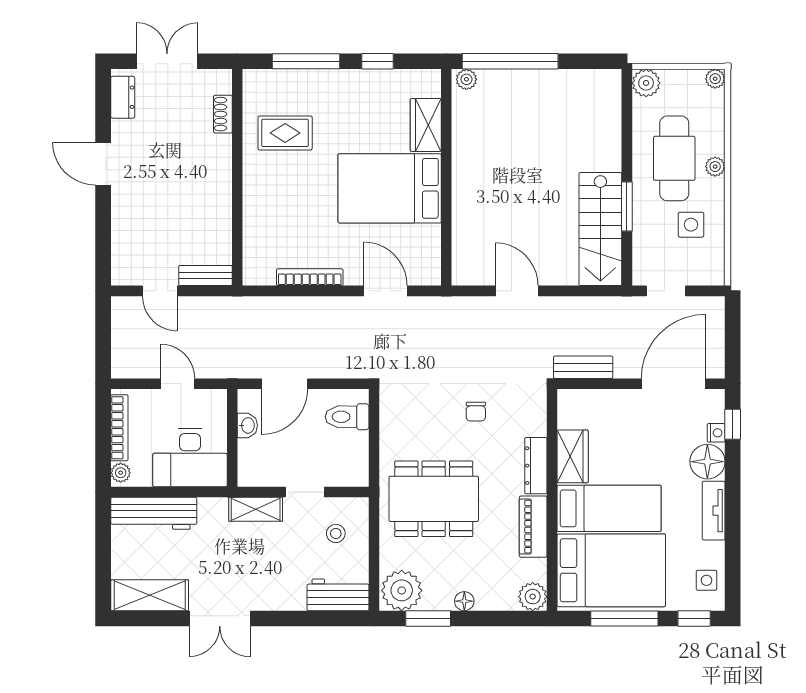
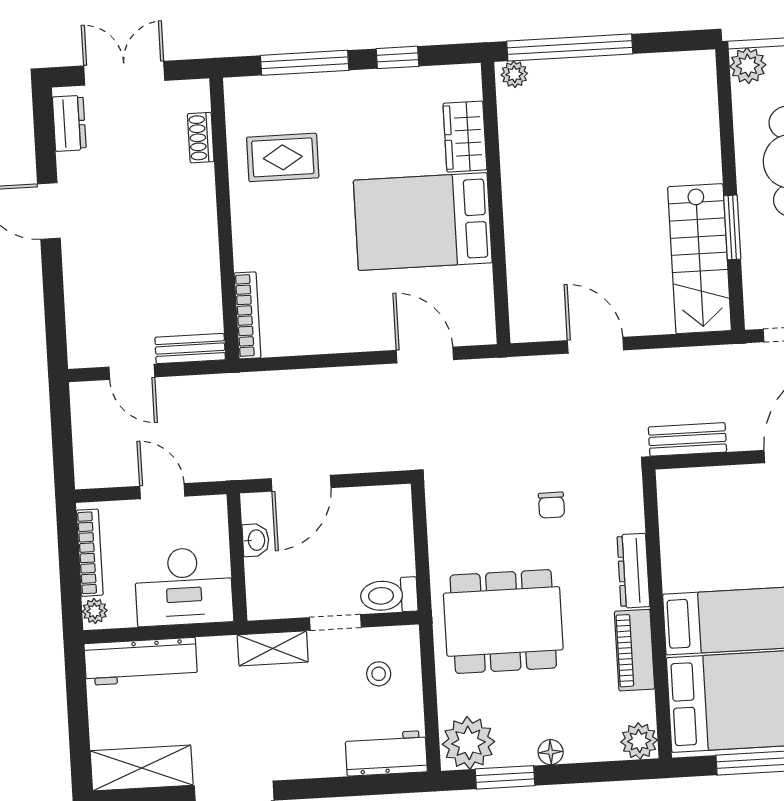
bookcase: (310, 277) -> (247, 315), moved, turned 90
toilet: (347, 417) -> (389, 595), moved
wardrobe: (573, 456) -> (680, 556), removed

